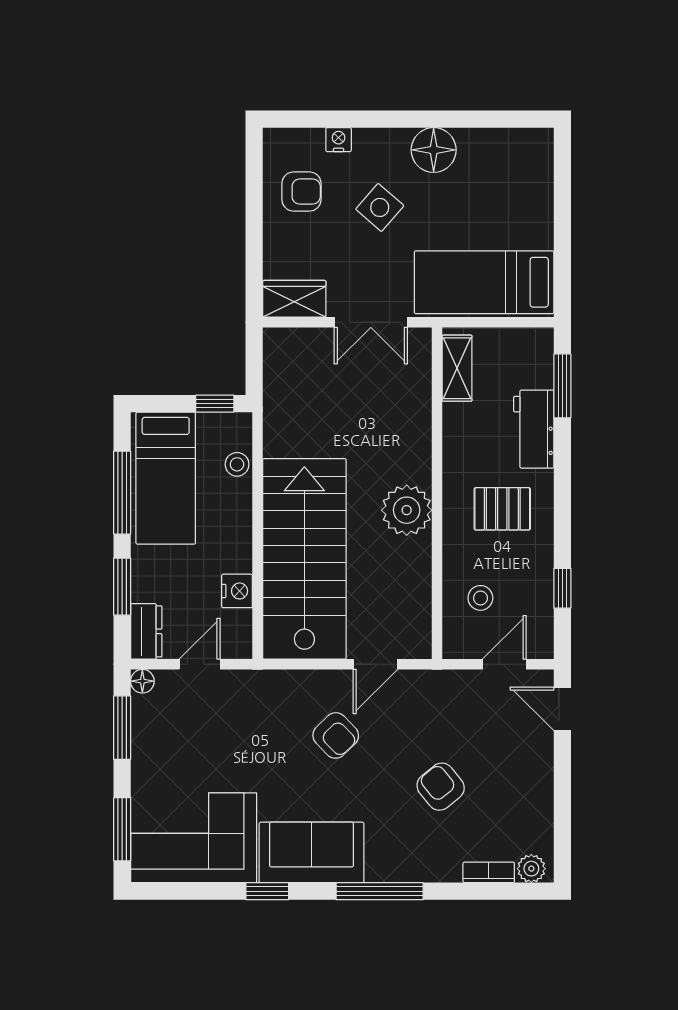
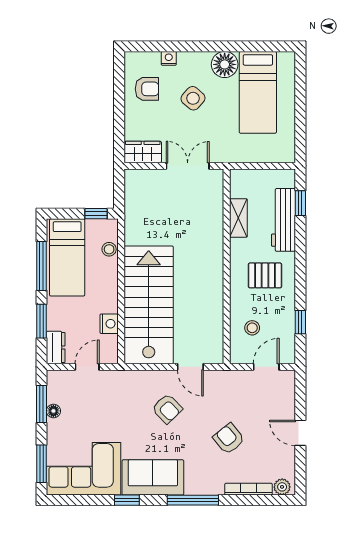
bed: (484, 282) -> (258, 92), moved, turned -90
double door: (371, 322) -> (188, 166), swing flipped
shelving: (457, 368) -> (238, 218), moved
window: (562, 386) -> (300, 203), width x0.67
workbench: (534, 429) -> (283, 220), width x1.38
plant: (407, 510) -> (209, 276), removed
door: (375, 664) -> (190, 367), hinge flipped
floor lamp: (142, 681) -> (53, 411), moved
door: (562, 709) -> (300, 433), moved
bookcase: (489, 872) -> (249, 489), width x1.56

